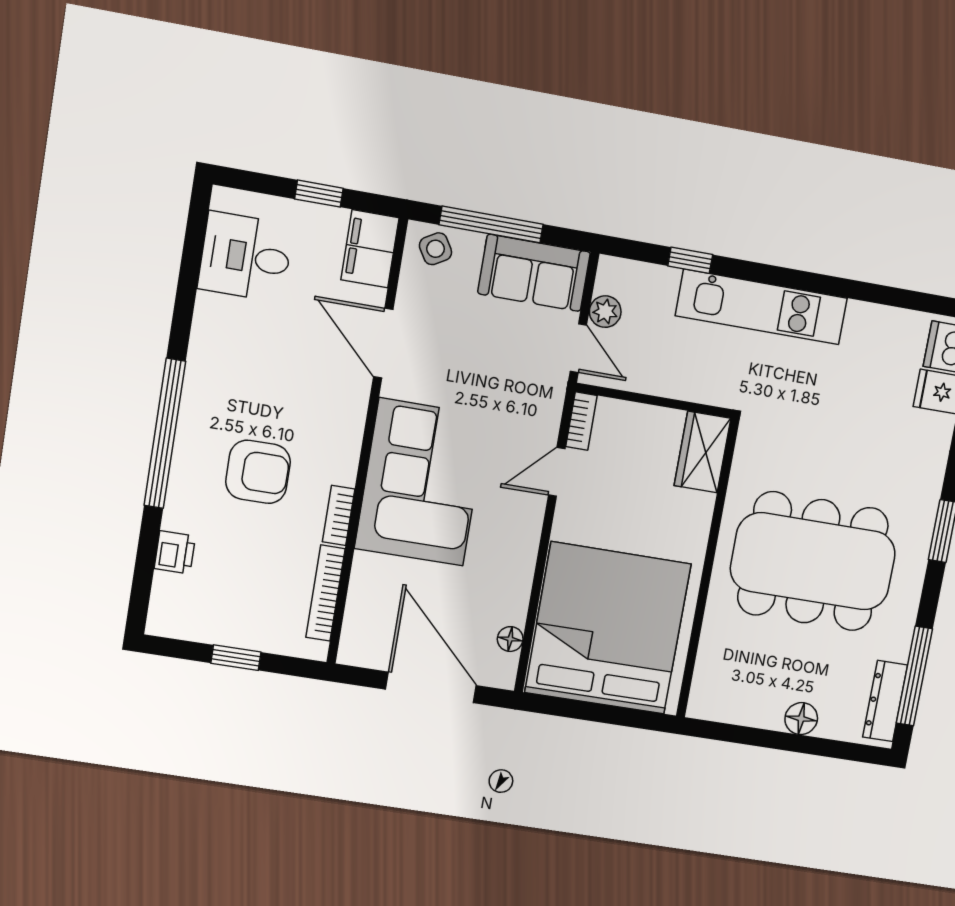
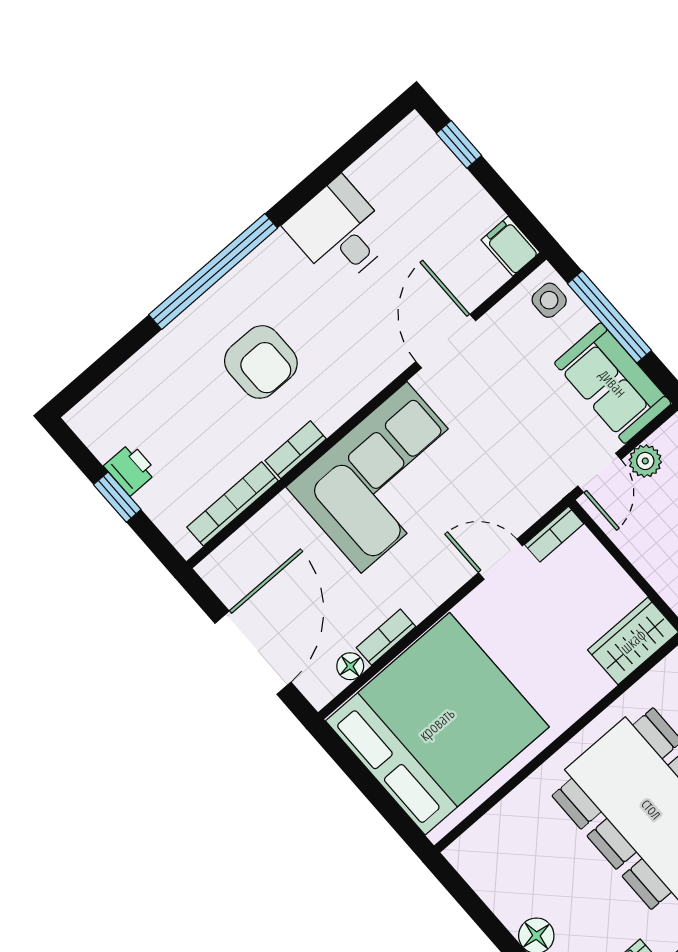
window: (319, 194) -> (459, 144), moved
filing cabinet: (370, 249) -> (511, 246), width x0.50
side table: (436, 249) -> (549, 300), turned 31
desk: (246, 257) -> (340, 232), moved
printer: (175, 552) -> (130, 469), moved, turned -90
bookcase: (519, 597) -> (386, 637), added

